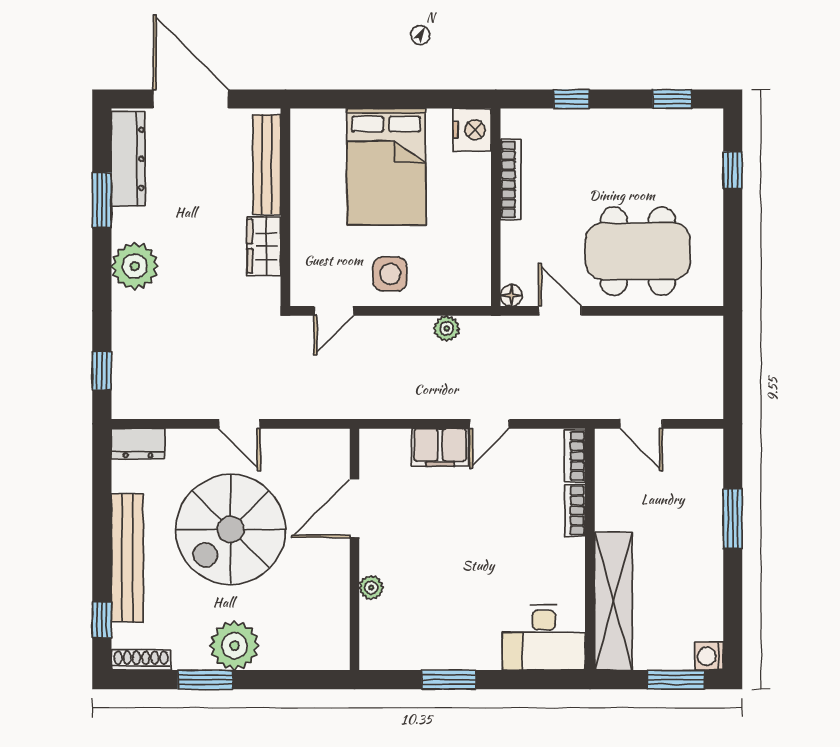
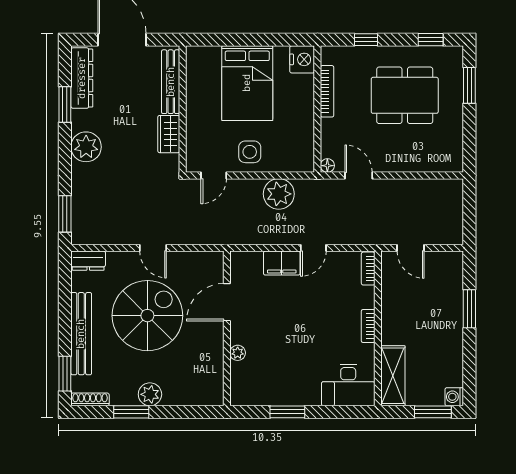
window: (733, 170) -> (469, 85), width x1.50
dining table: (638, 251) -> (405, 95), moved
plant: (447, 328) -> (279, 194), width x1.88, depth x1.88
window: (102, 371) -> (65, 214), width x1.50
bookcase: (575, 510) -> (368, 326), moved
spiral stairs: (231, 529) -> (147, 316), turned 180
shelving: (613, 601) -> (393, 376), width x0.68
window: (102, 620) -> (65, 374), width x1.50
plant: (234, 646) -> (150, 394), width x0.73, depth x0.73

